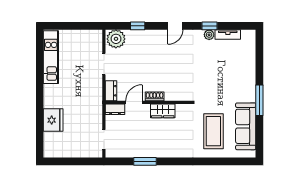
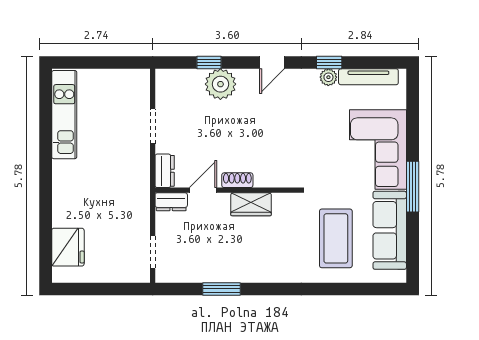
tv unit: (228, 34) -> (368, 77), width x1.41
plant: (116, 39) -> (220, 84), moved
corner sofa: (239, 78) -> (378, 150), added
fridge: (53, 120) -> (68, 247), moved

